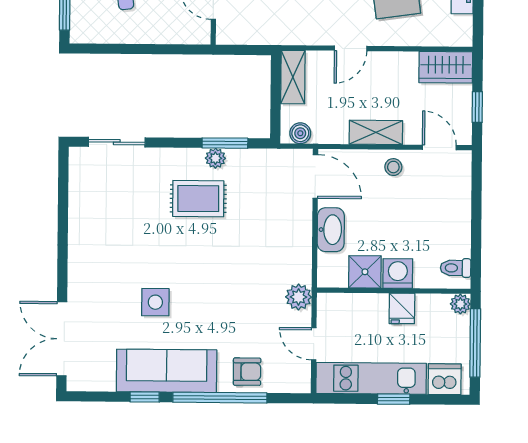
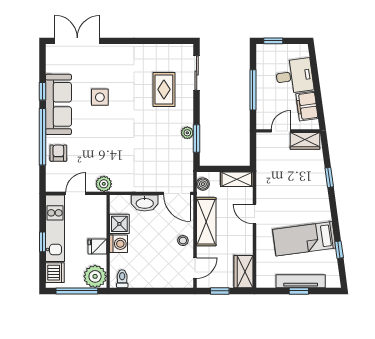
window: (145, 49) -> (253, 90), added
shelving: (376, 132) -> (206, 222), width x1.50, depth x1.33
door: (315, 176) -> (177, 193), hinge flipped
rug: (198, 199) -> (164, 89), moved
plant: (460, 304) -> (95, 276), width x1.87, depth x1.87
armchair: (247, 372) -> (58, 153), turned 180

